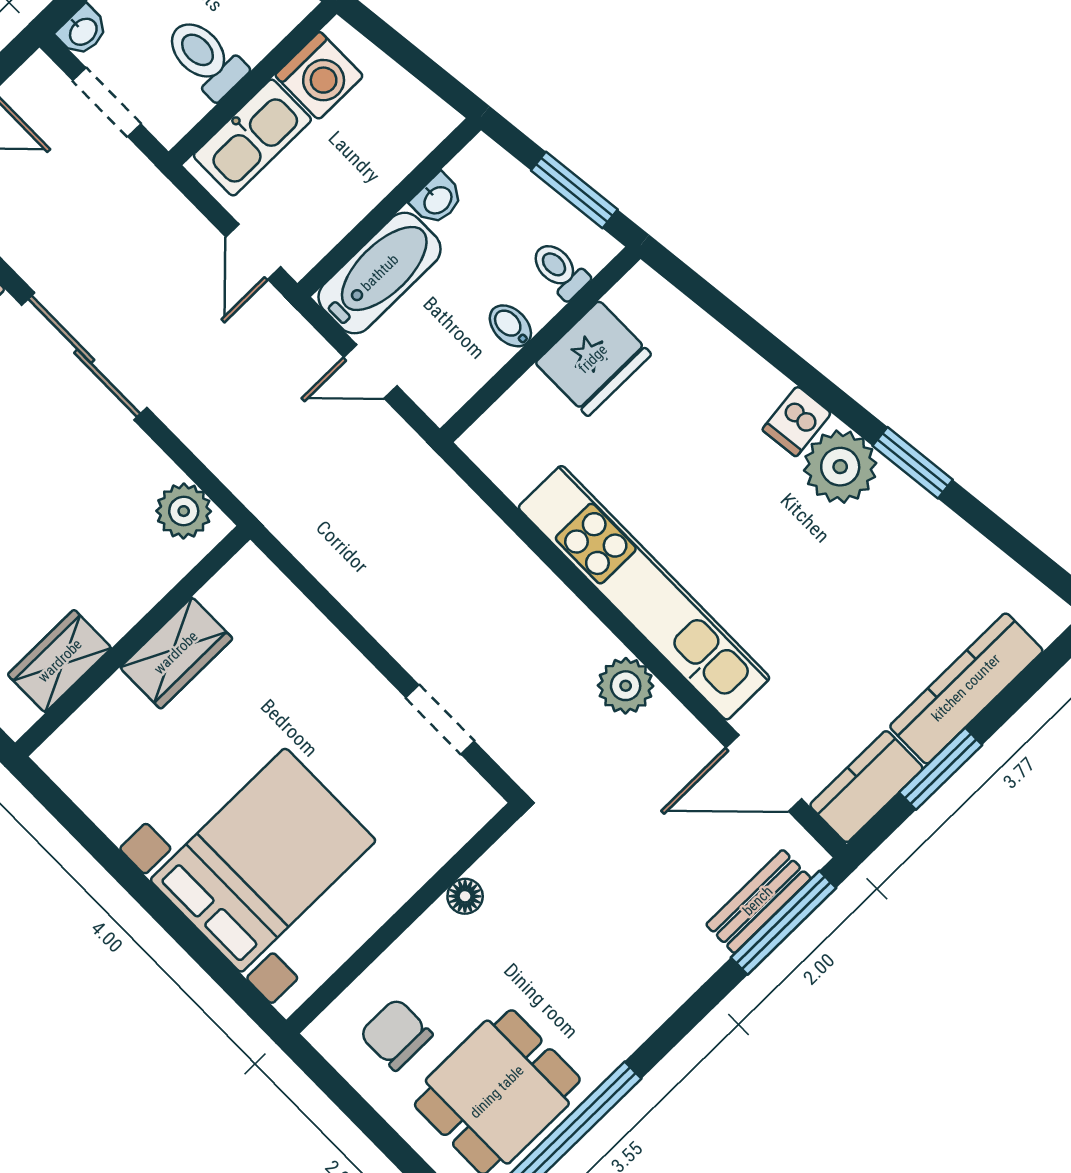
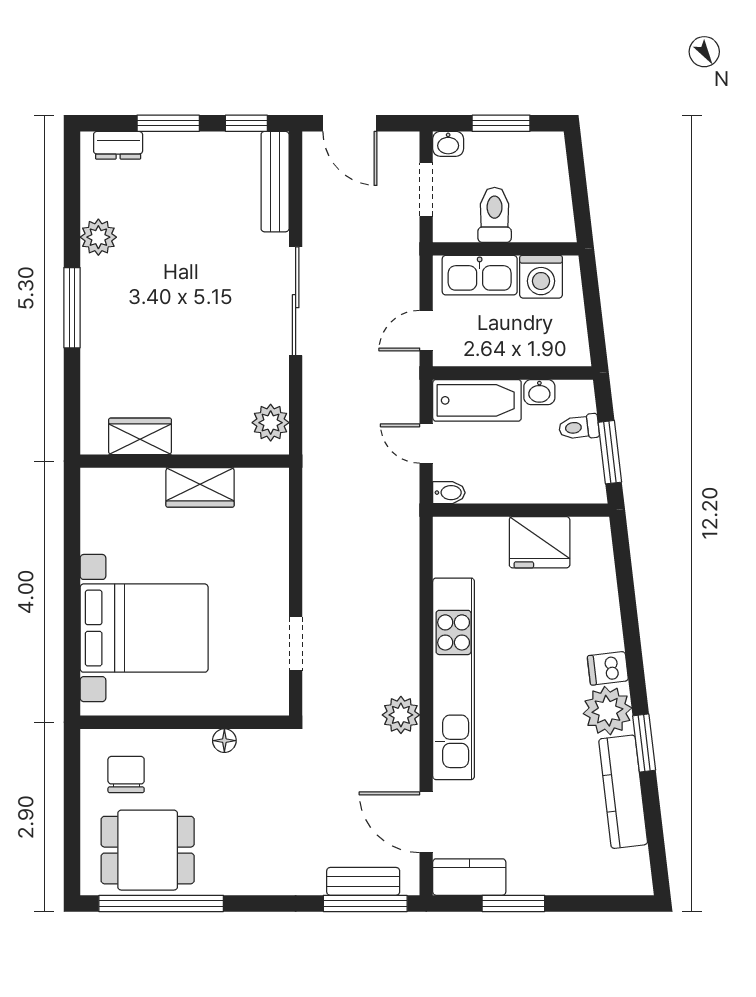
toilet: (560, 270) -> (579, 427), moved, turned -97
bidet: (510, 326) -> (449, 493), moved, turned 90
kitchen counter: (966, 688) -> (623, 792), moved, turned -97

